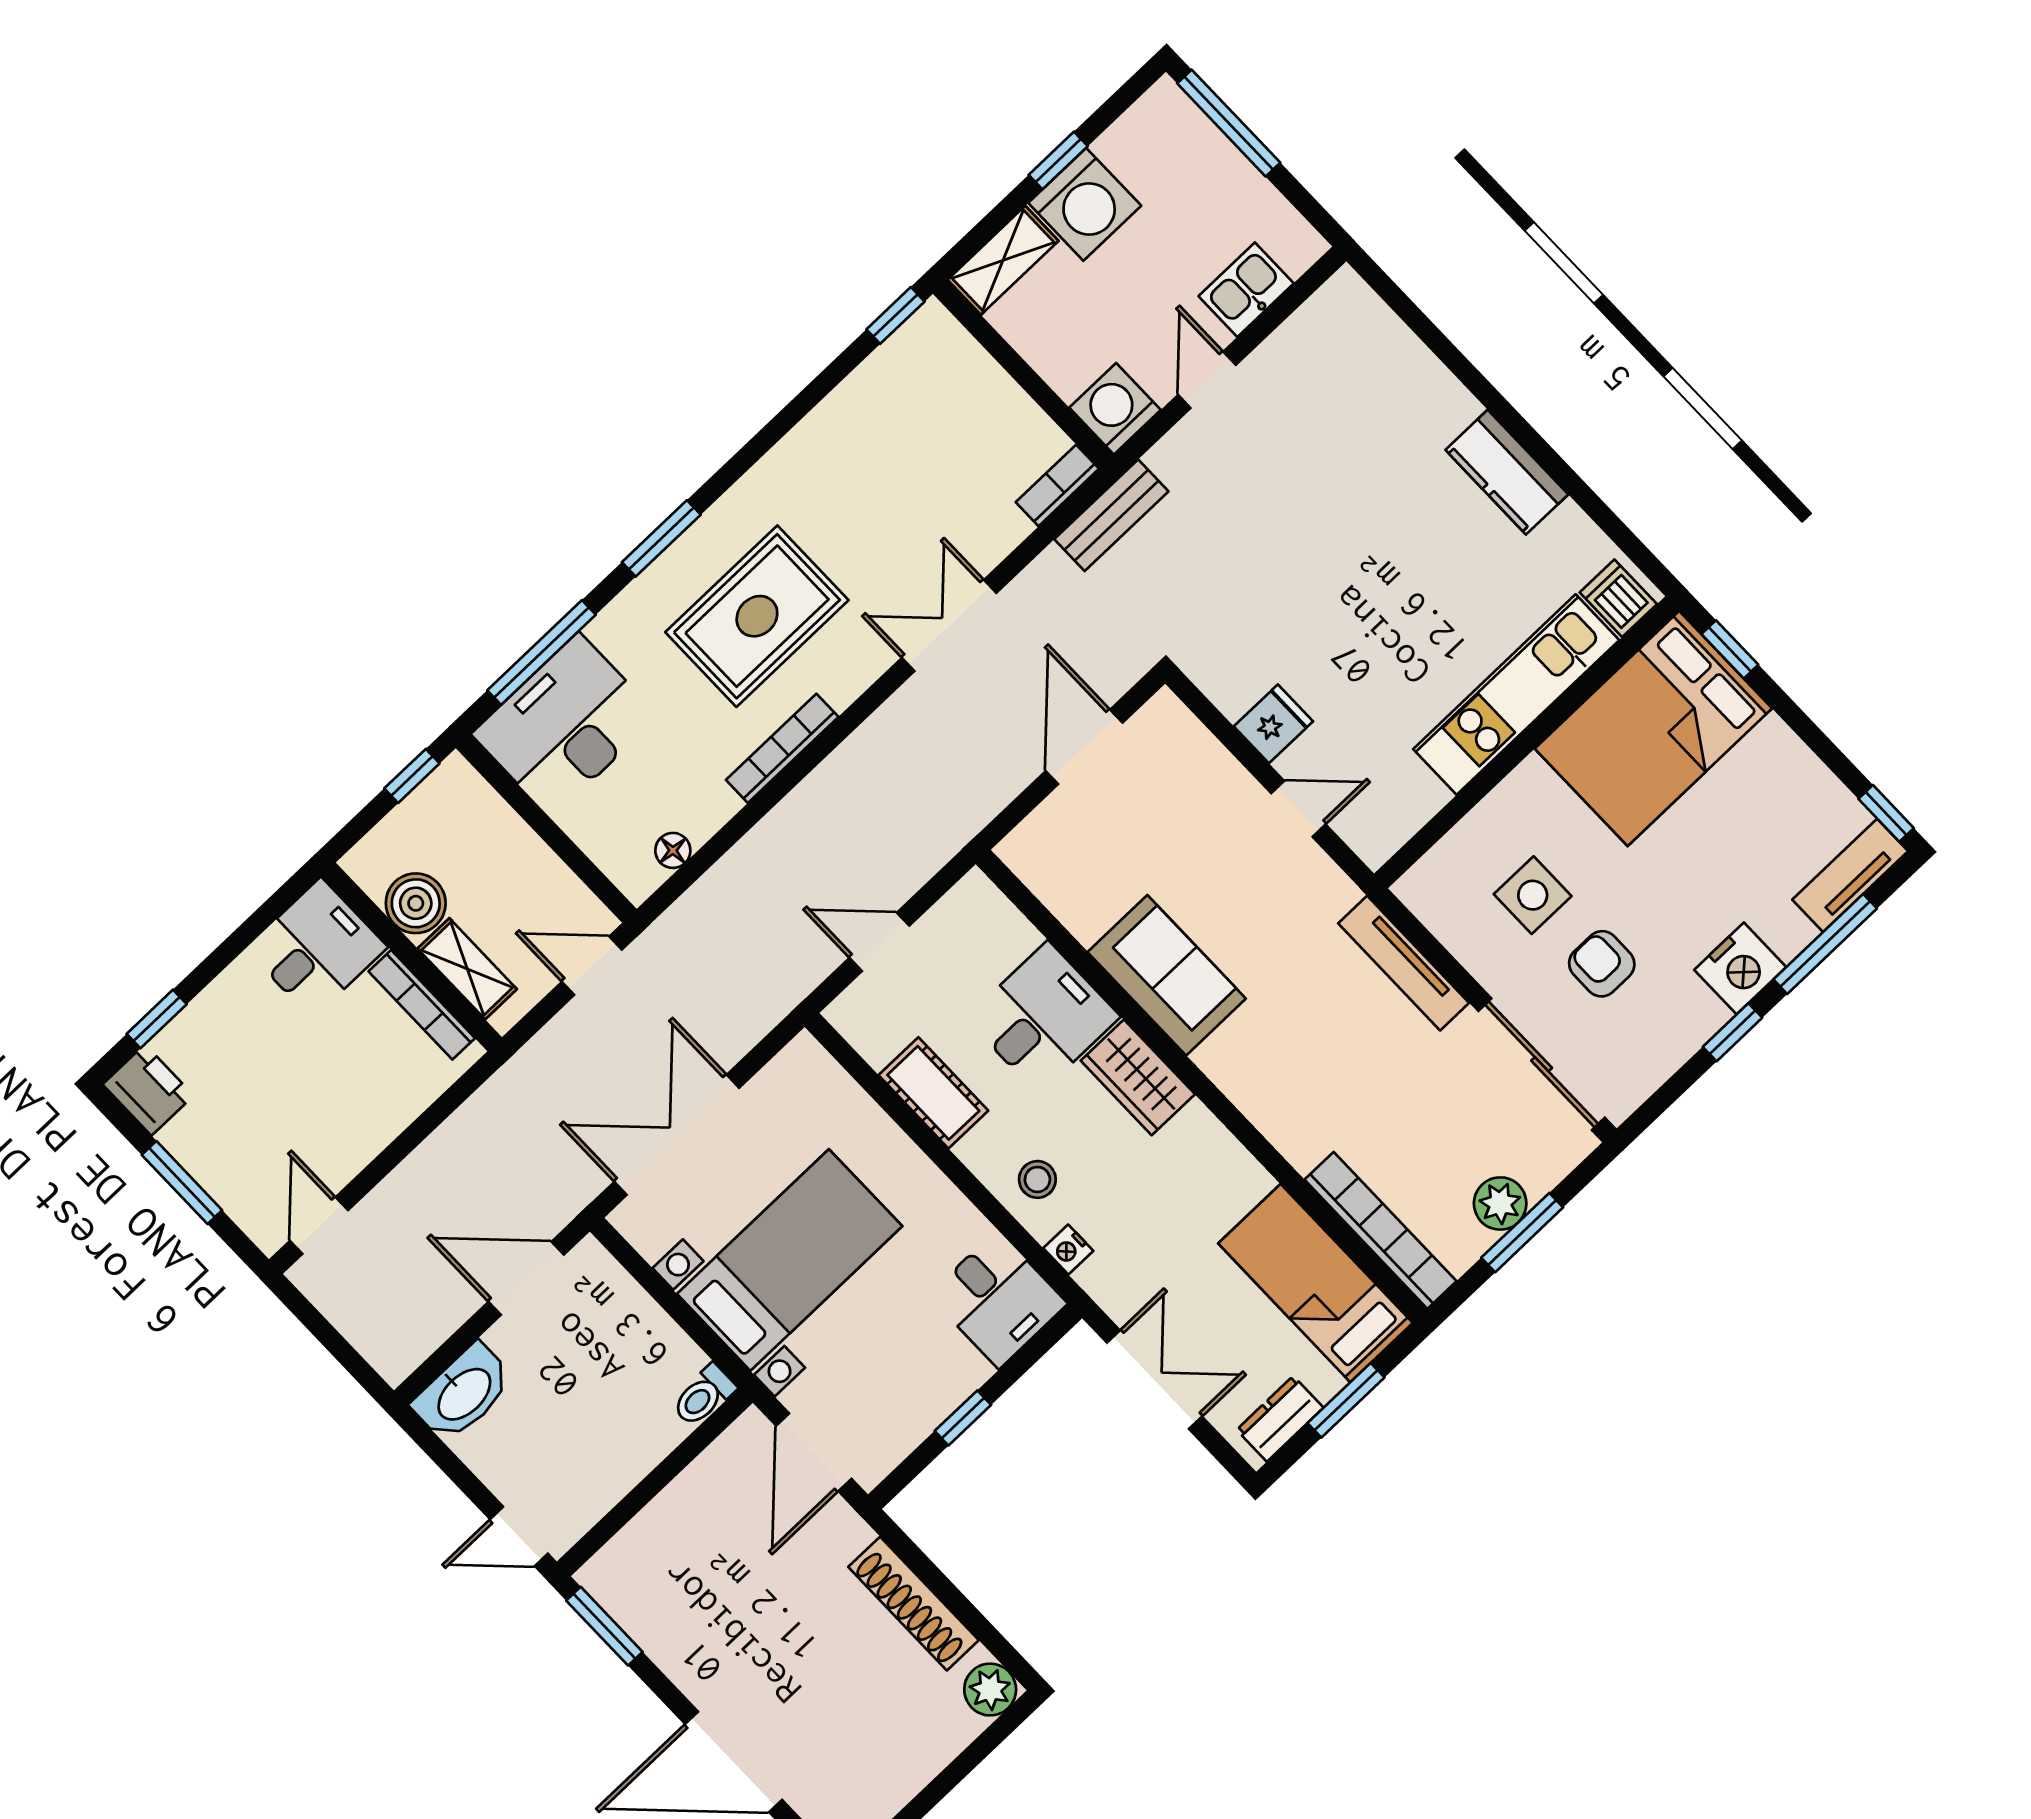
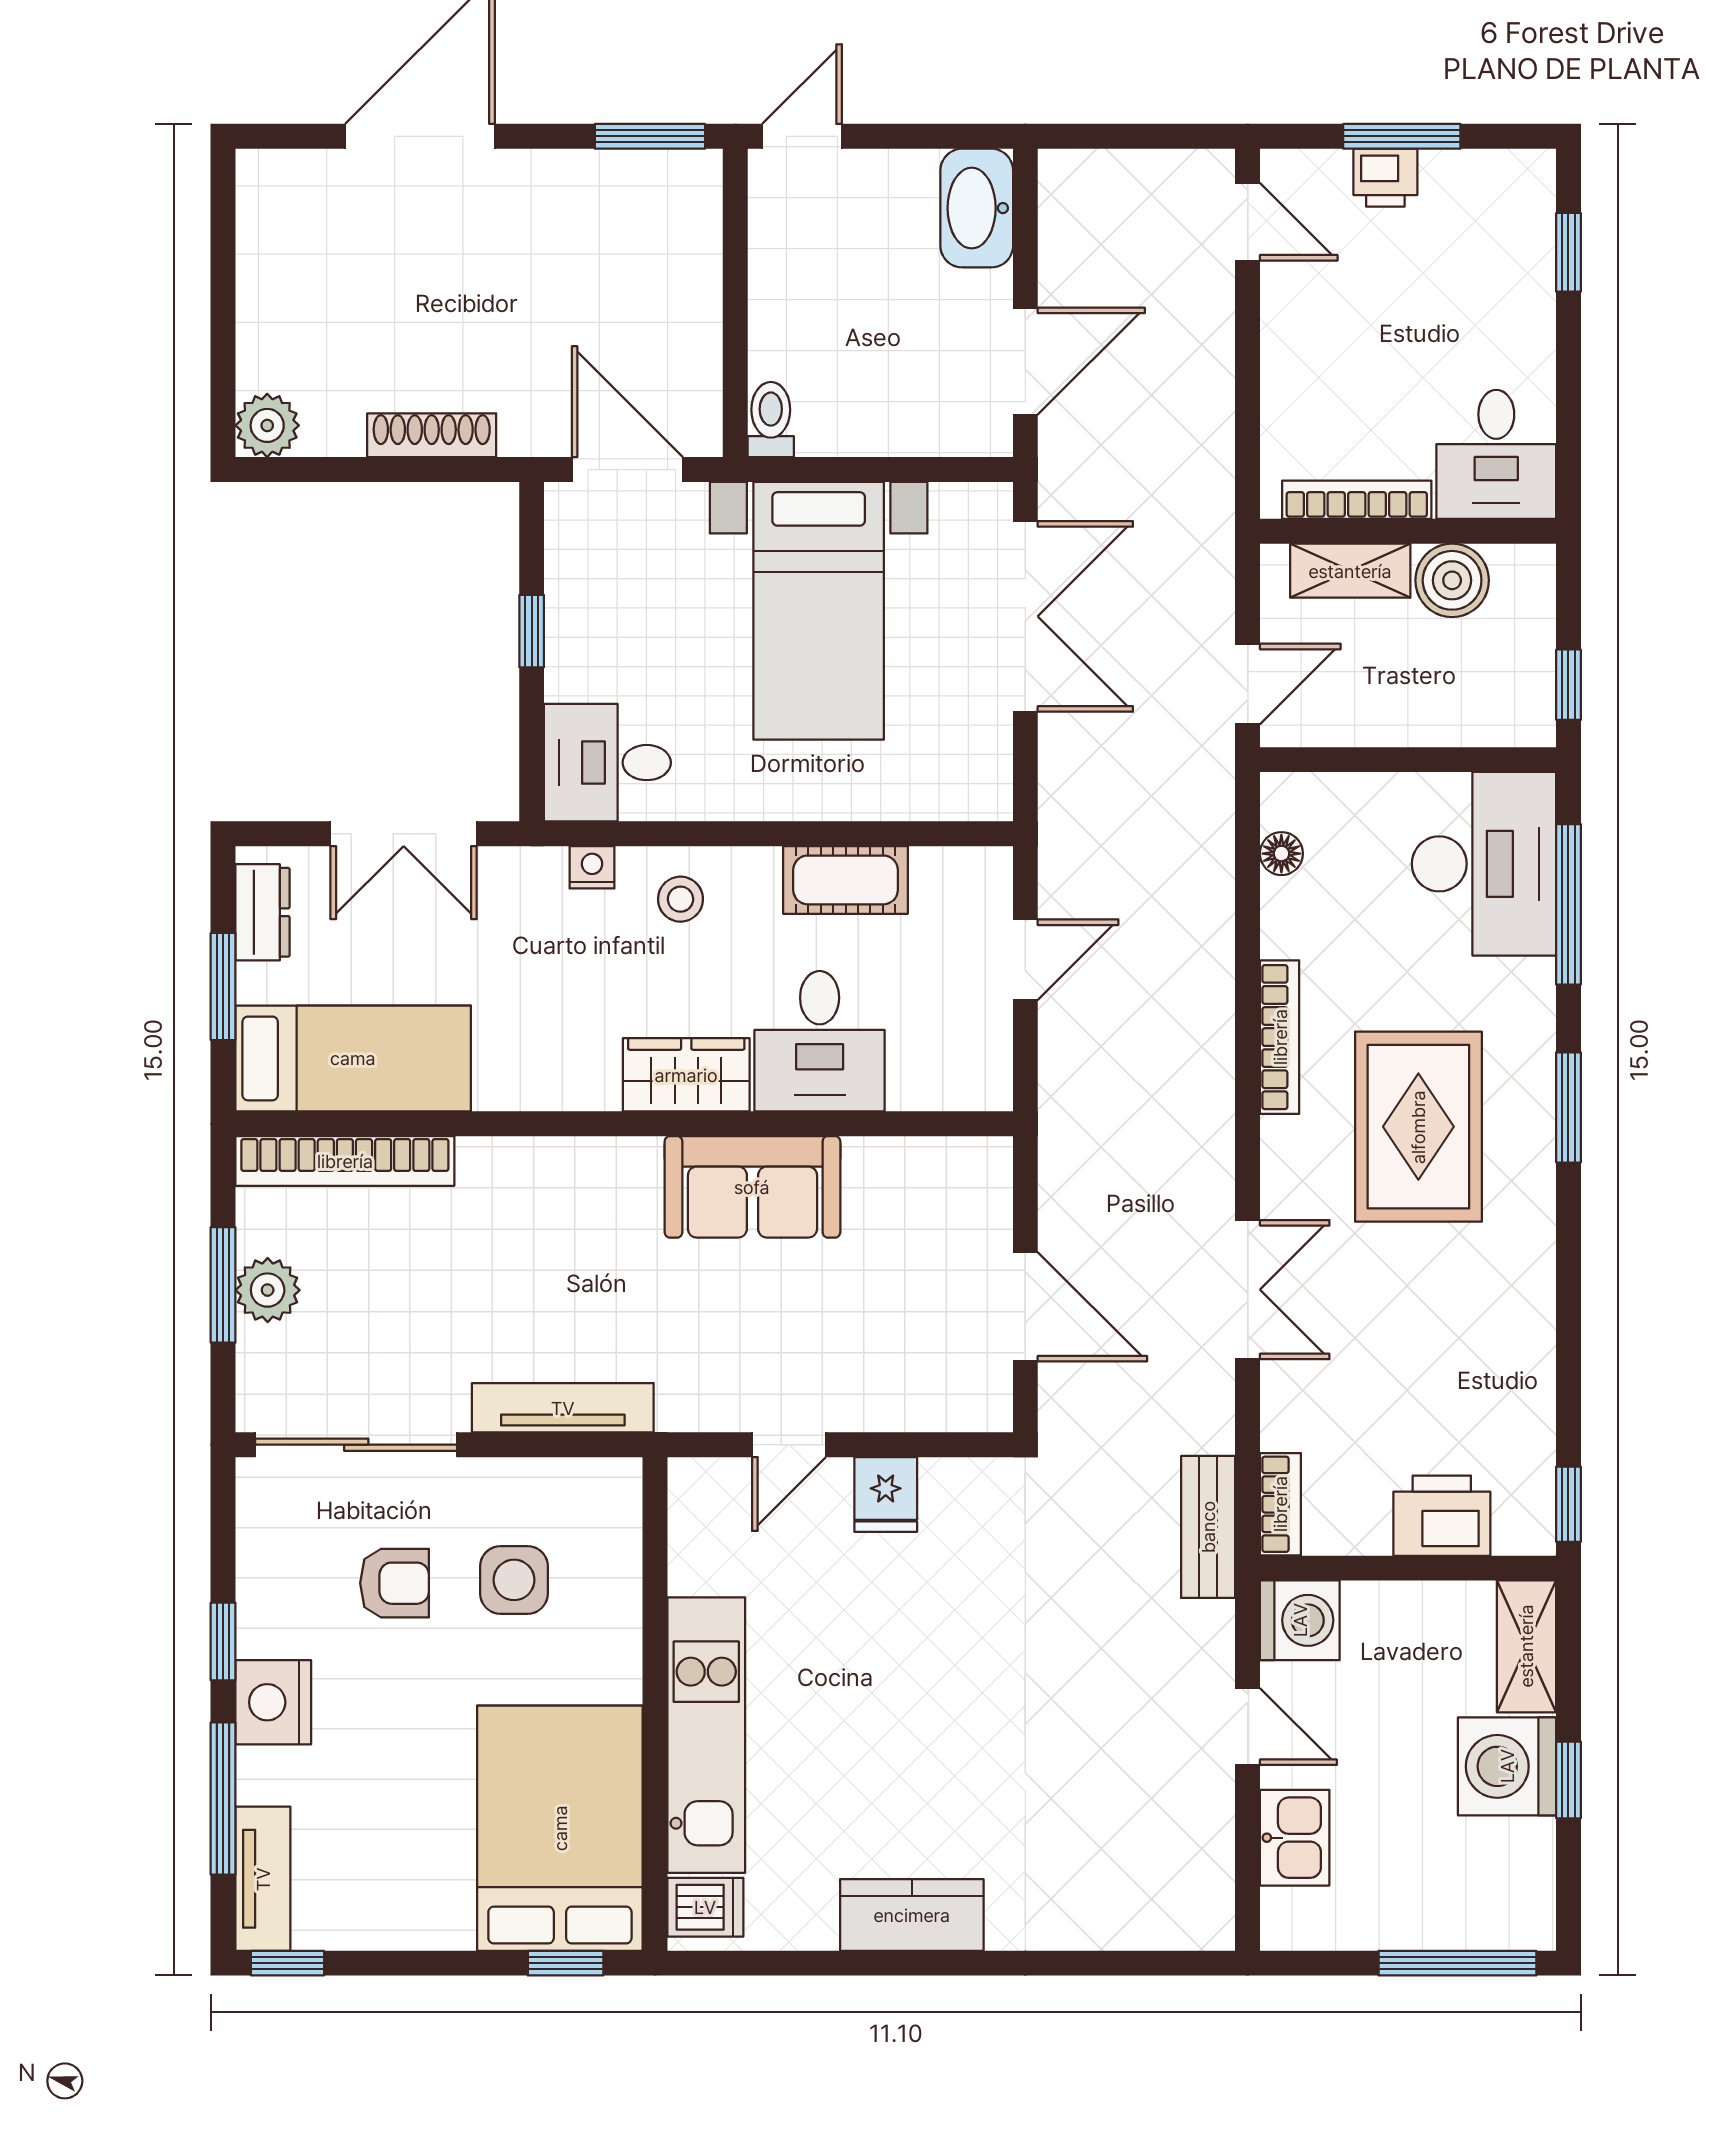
printer: (973, 384) -> (1442, 1516), added
printer: (148, 1090) -> (1385, 178), moved, width x0.73, depth x0.81
shoe rack: (914, 1604) -> (432, 435), width x0.74, depth x0.81

